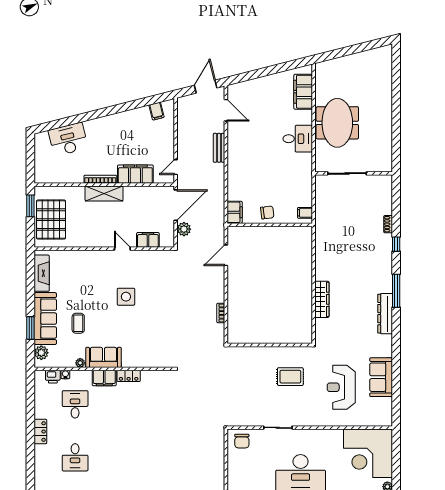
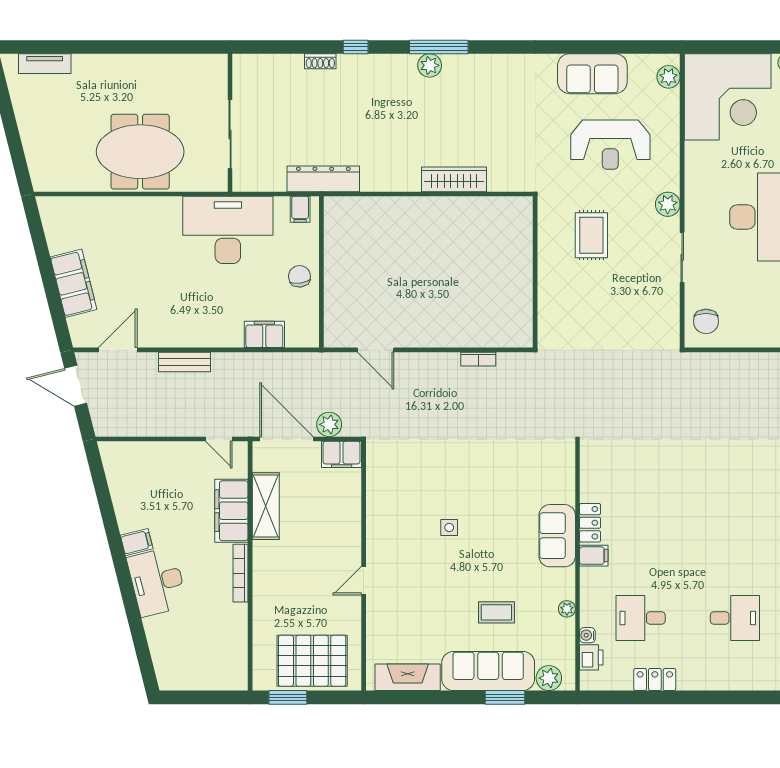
tv unit: (387, 69) -> (45, 64), added
filing cabinet: (303, 92) -> (74, 283), moved, turned -104
filing cabinet: (157, 111) -> (137, 542), moved
desk: (68, 139) -> (157, 582), moved
desk: (298, 139) -> (228, 230), moved, width x1.87, depth x1.30
shelving: (104, 193) -> (266, 506), moved
filing cabinet: (235, 212) -> (264, 334), moved
filing cabinet: (148, 240) -> (342, 454), moved, turned -90
door: (122, 249) -> (364, 581), moved
plant: (386, 286) -> (430, 65), added
side table: (126, 297) -> (449, 527), width x0.54, depth x0.54
dresser: (385, 314) -> (323, 179), moved, turned 180
sofa: (103, 357) -> (557, 536), moved
filing cabinet: (104, 378) -> (594, 556), width x0.50
plant: (308, 420) -> (668, 204), added
plant: (379, 420) -> (669, 77), added
locker: (40, 432) -> (655, 680), moved
chair: (242, 441) -> (706, 321), turned 90

